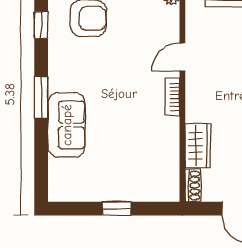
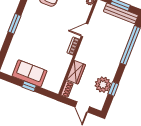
sofa: (67, 125) -> (30, 73), moved, turned -90

